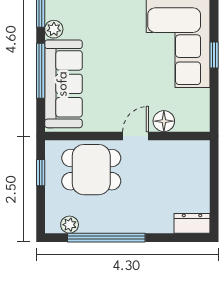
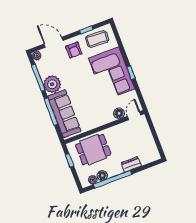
plant: (54, 29) -> (52, 84), width x1.88, depth x1.88
door: (136, 136) -> (134, 116), moved
dresser: (192, 223) -> (131, 164), moved
floor lamp: (90, 224) -> (102, 176), added

